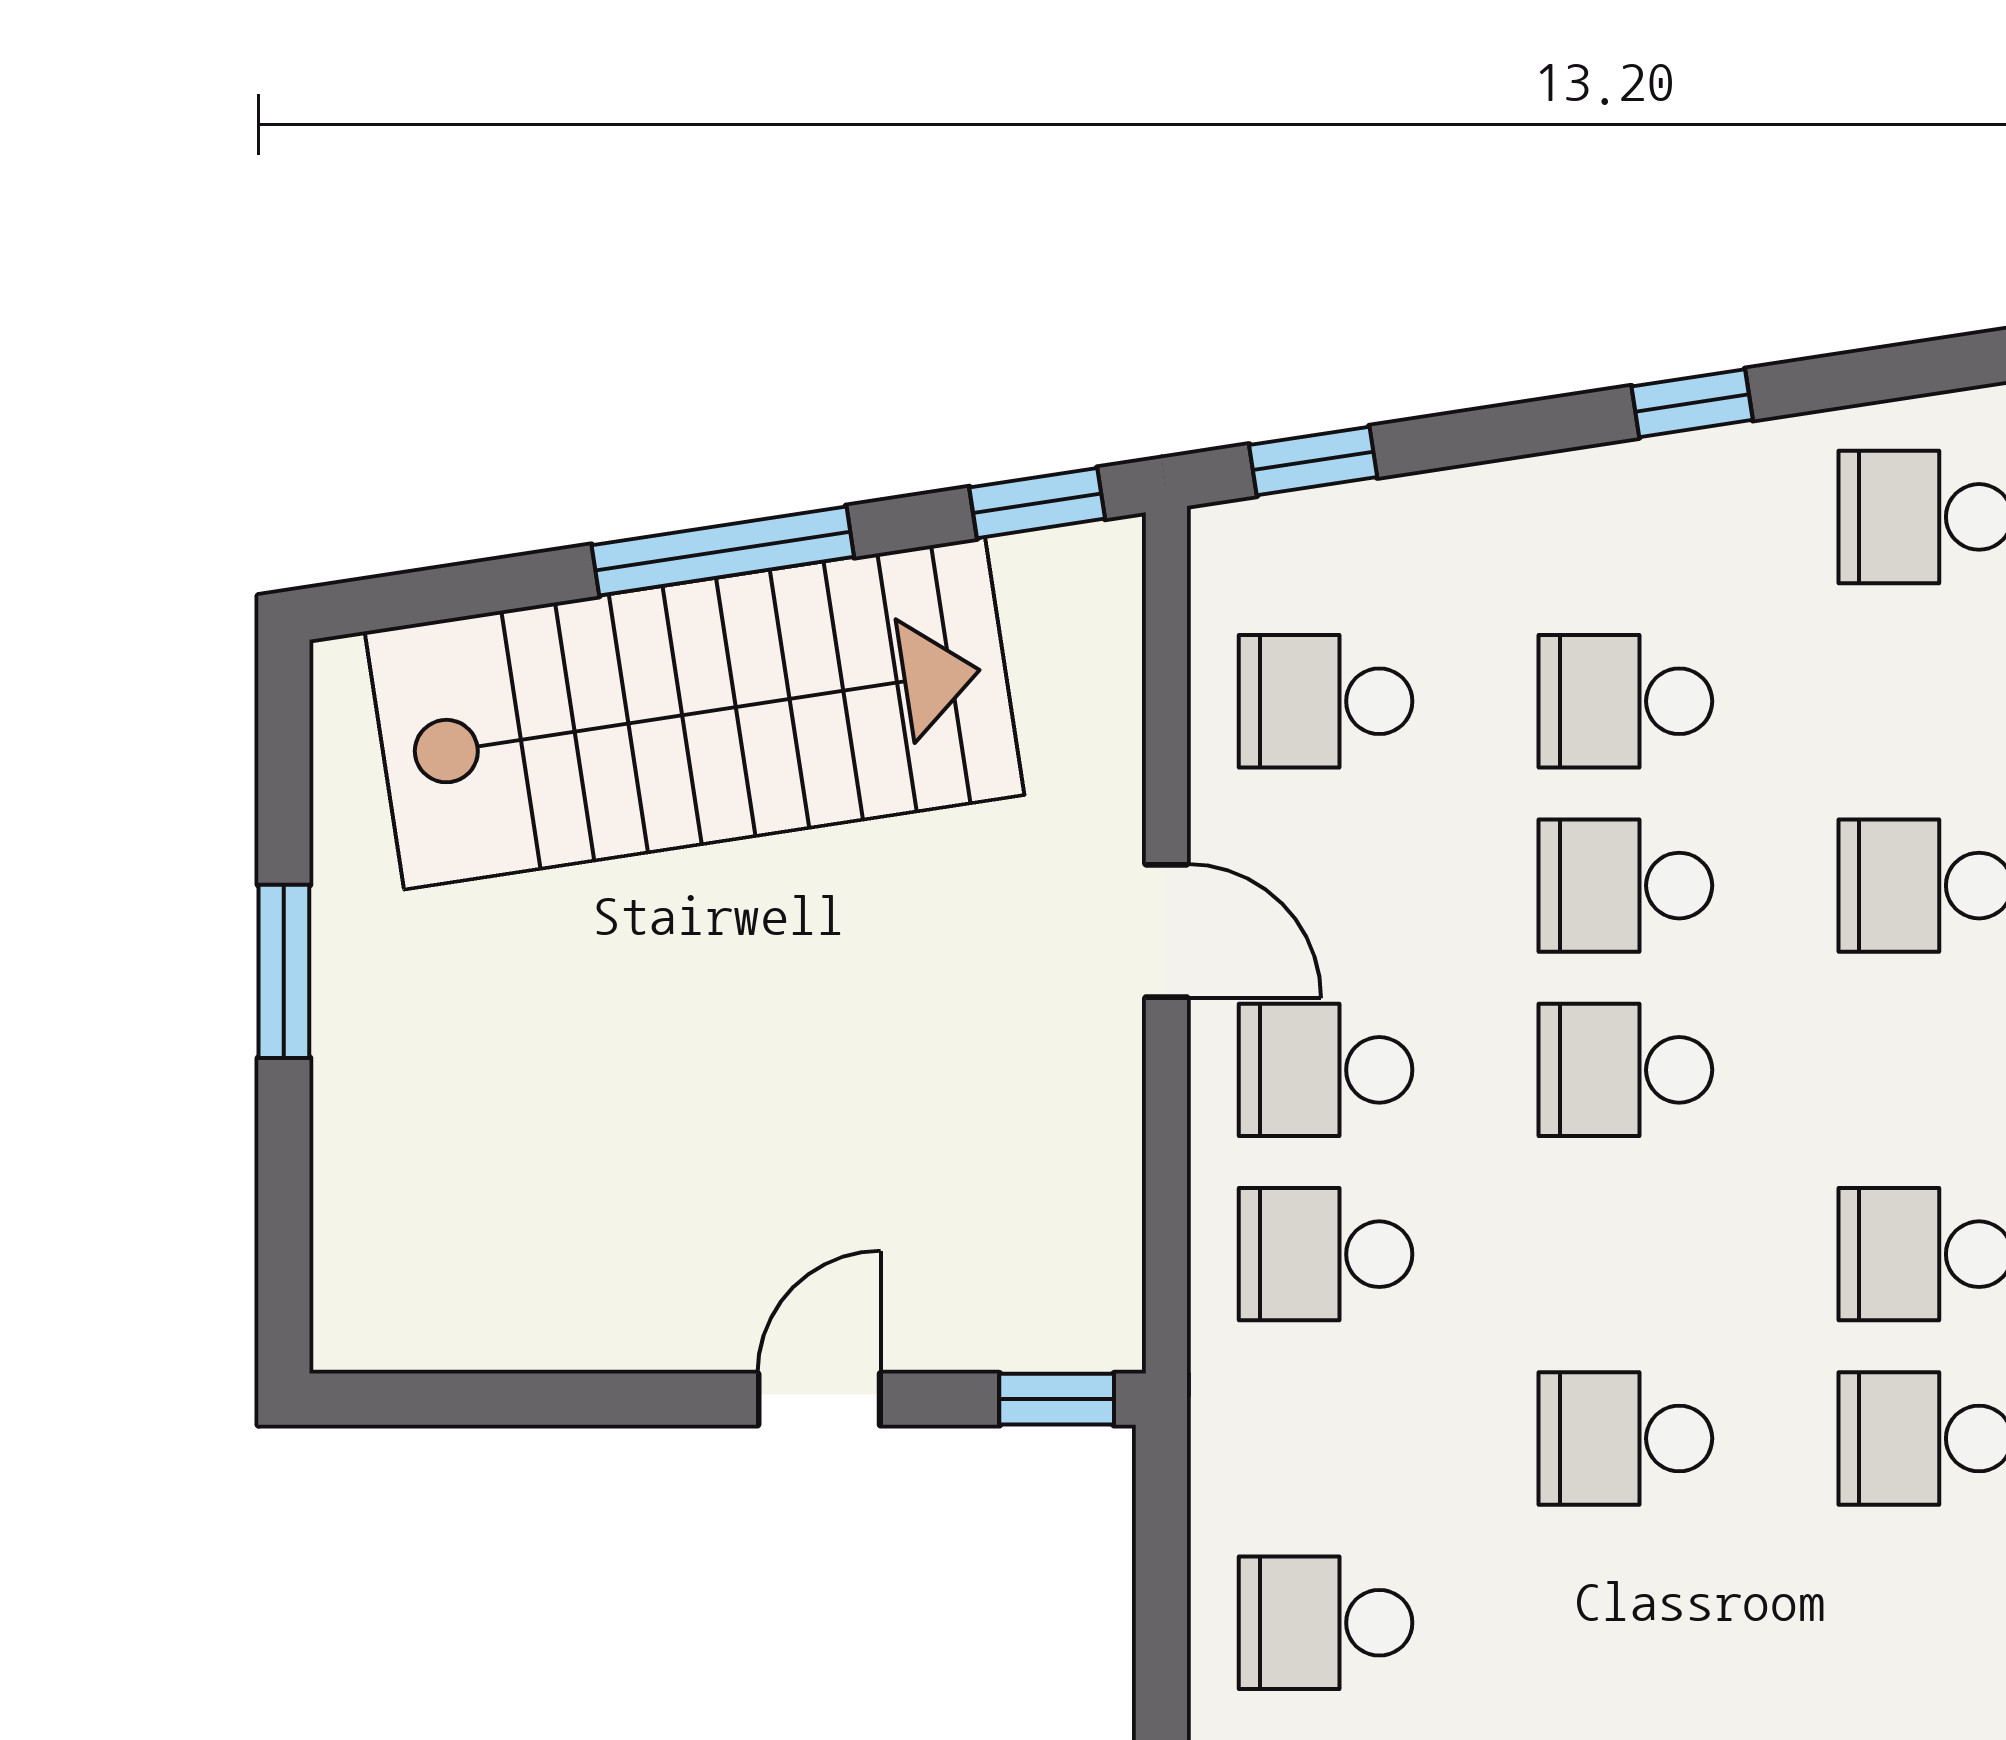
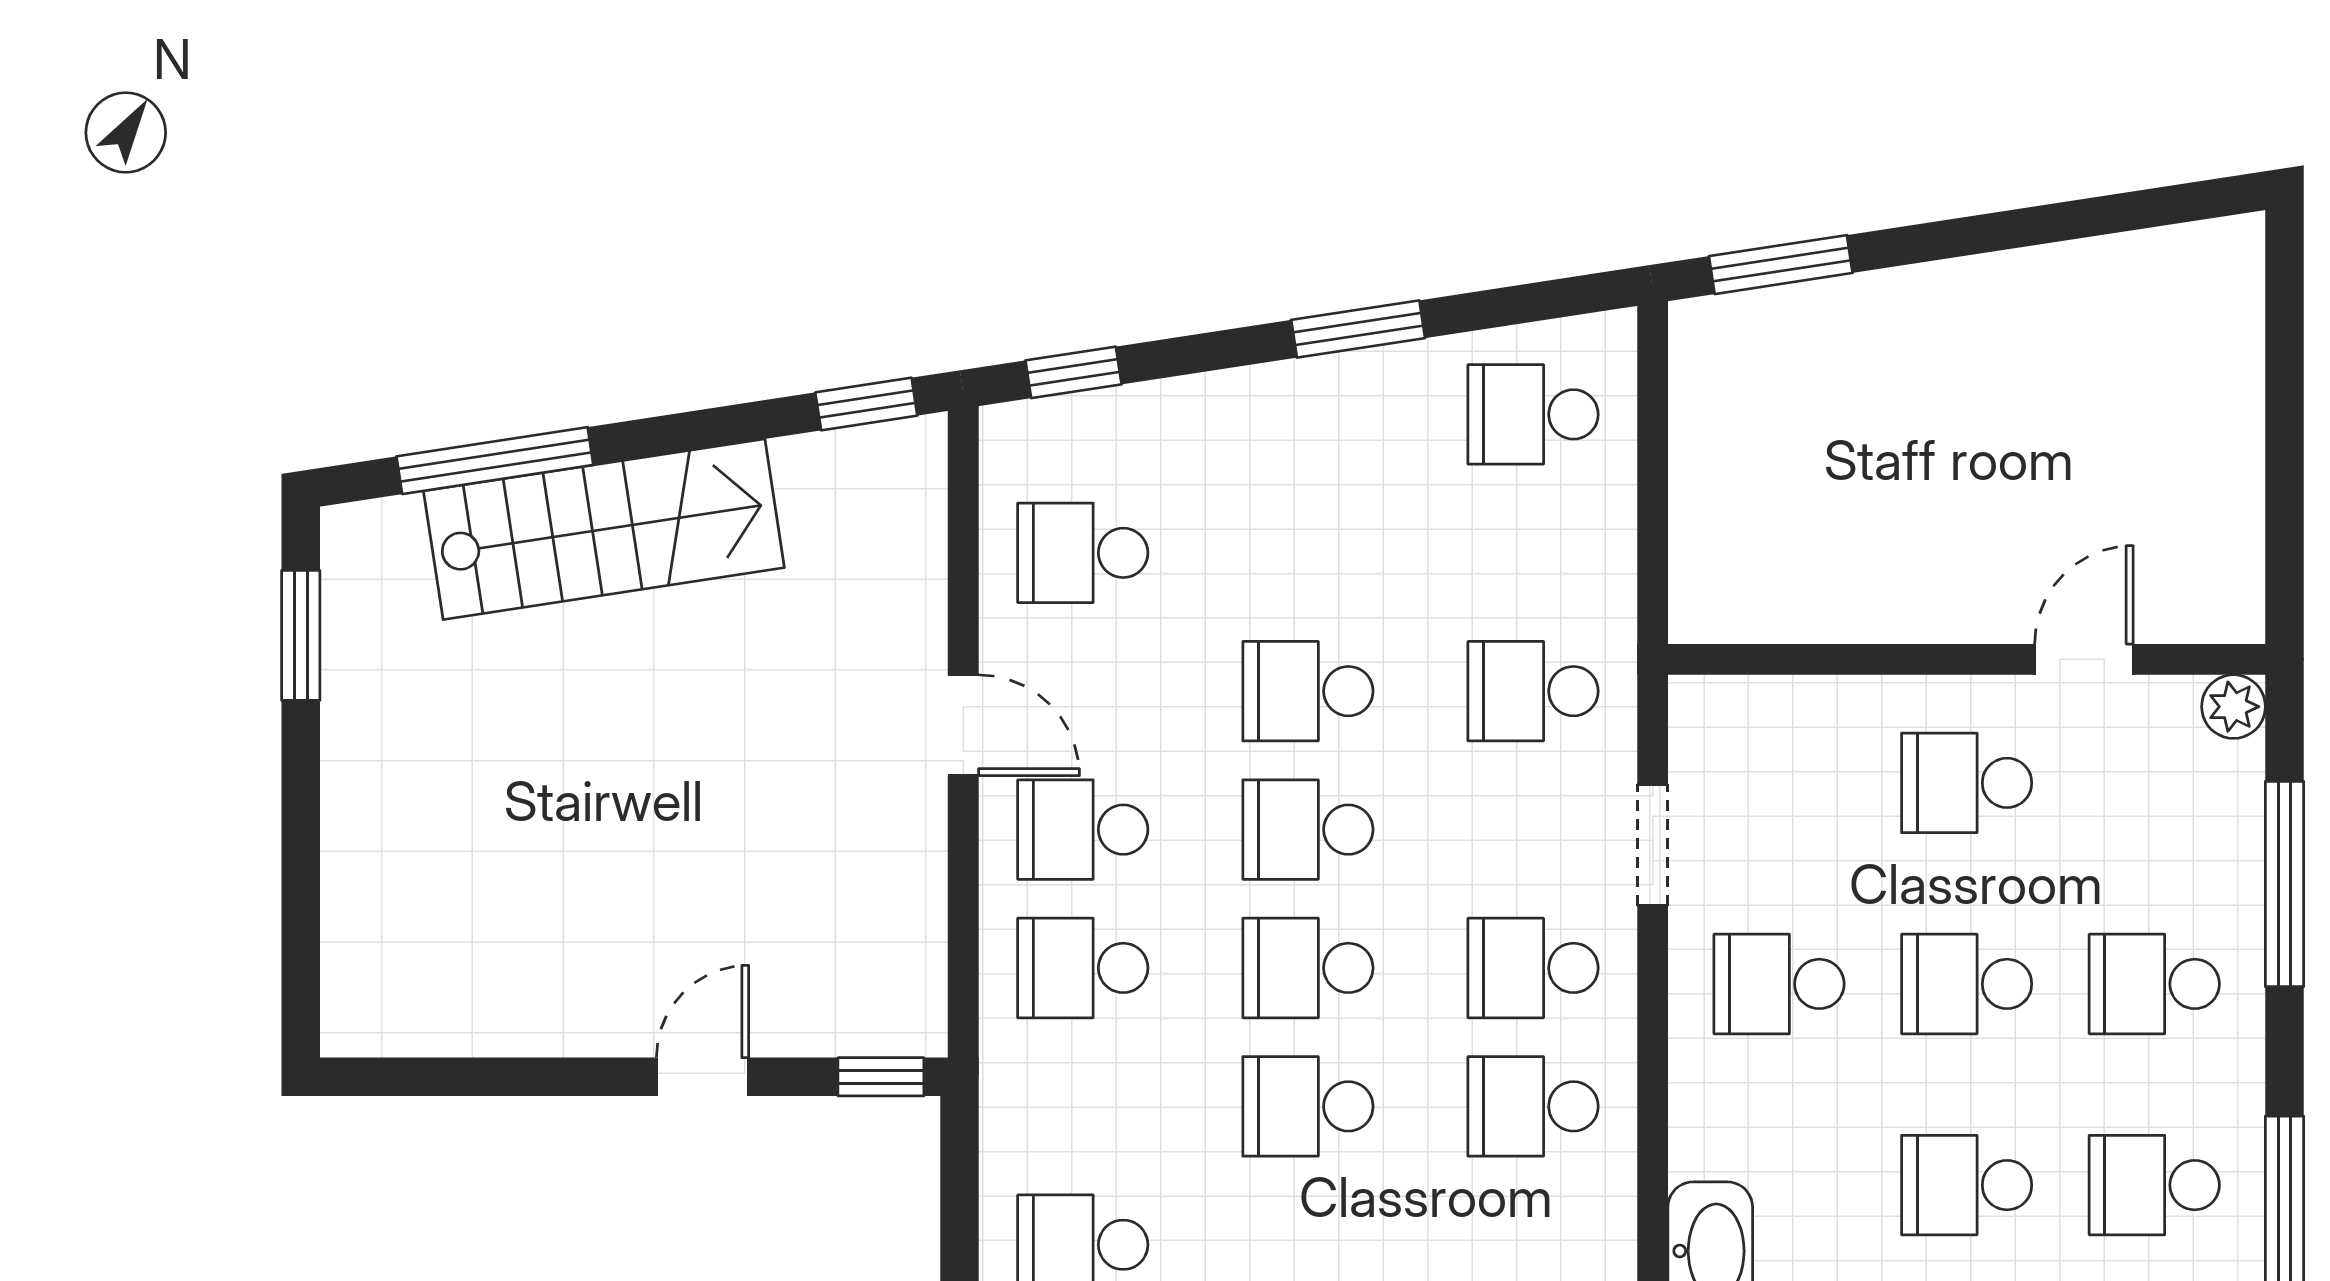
window: (1692, 403) -> (1358, 329), width x1.50
window: (723, 551) -> (495, 461), moved
school desk: (1625, 701) -> (1308, 968), moved
stairs: (694, 713) -> (604, 529), width x0.73, depth x0.66
window: (284, 971) -> (301, 635), moved

